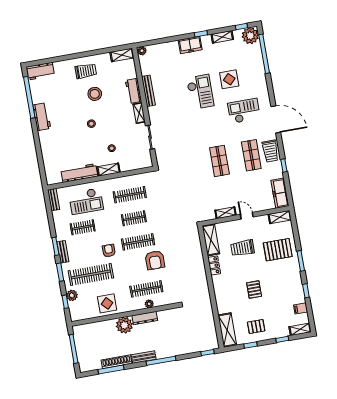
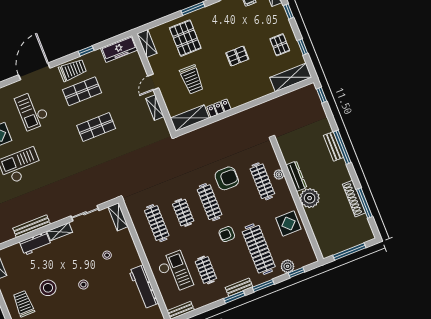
shelving: (109, 170) -> (118, 217), moved
bench: (144, 357) -> (333, 146), moved

